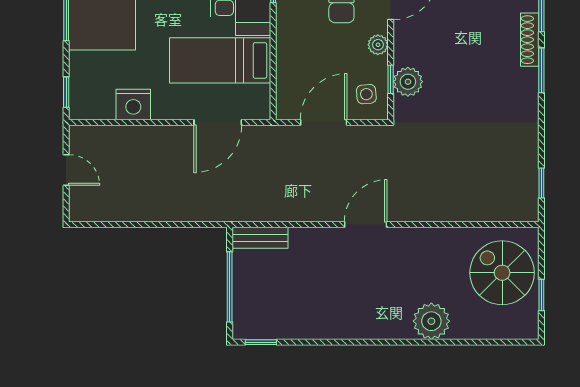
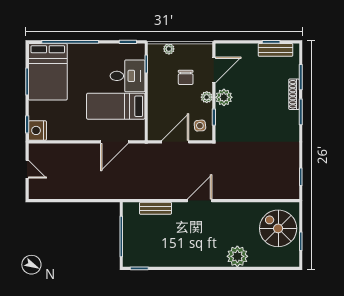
plant: (408, 82) -> (224, 97), moved
nightstand: (133, 104) -> (37, 130), moved, turned 90
bench: (260, 238) -> (155, 208), moved

